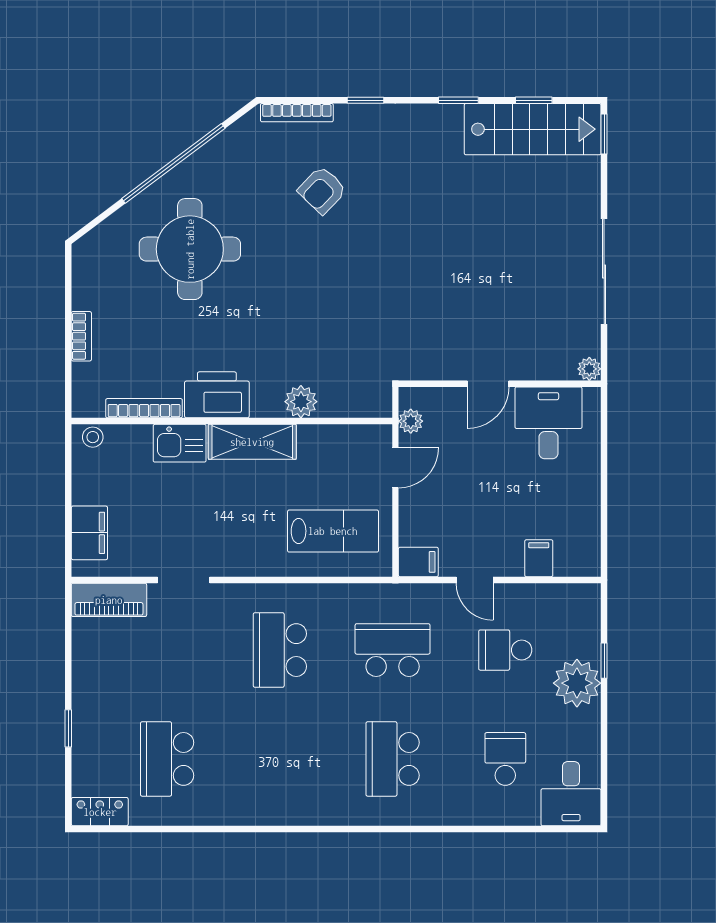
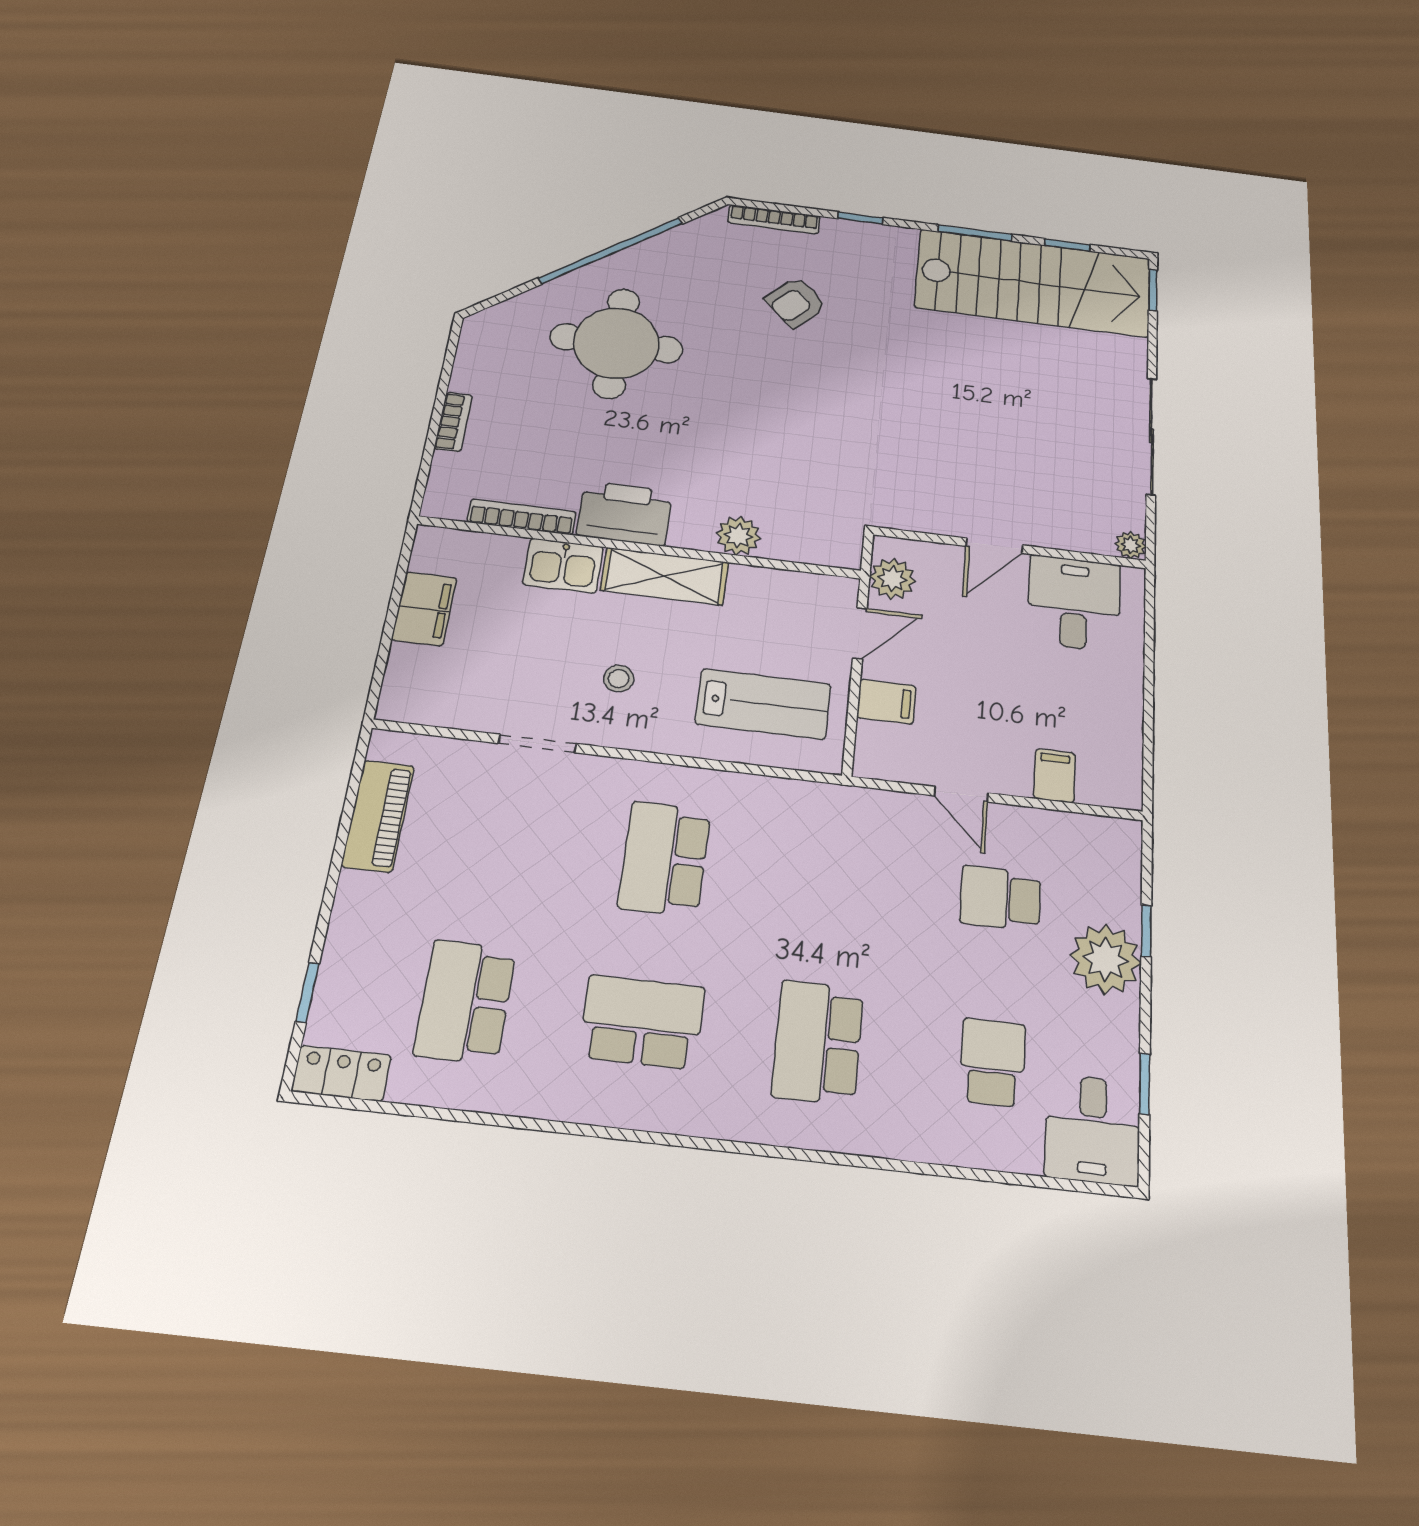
window: (458, 100) -> (975, 233), width x1.50
stairs: (533, 129) -> (1033, 283), width x1.36, depth x1.51
plant: (411, 421) -> (892, 579), width x1.38, depth x1.38
stool: (93, 437) -> (619, 679), moved
filing cabinet: (89, 533) -> (424, 609), moved
filing cabinet: (418, 562) -> (886, 702), moved
piano: (109, 600) -> (378, 816), moved, turned -90
school desk: (393, 650) -> (642, 1022), moved
window: (68, 728) -> (307, 992), moved
window: (604, 761) -> (1145, 1084), added

